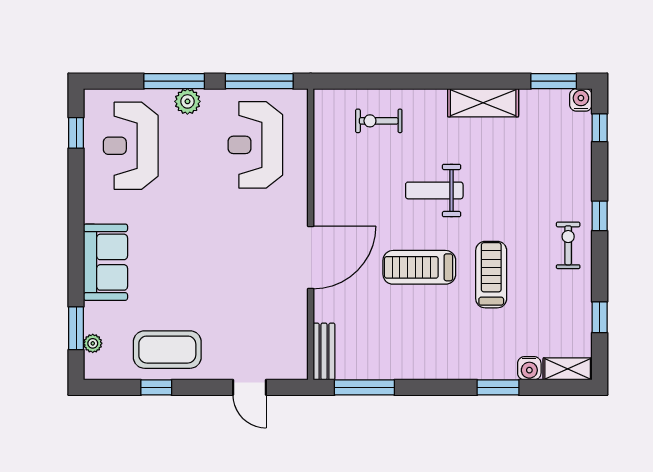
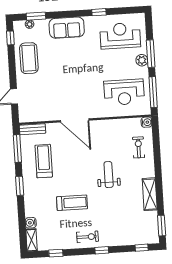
water cooler: (581, 100) -> (146, 122), moved
window: (76, 133) -> (99, 12), moved
reception desk: (255, 145) -> (124, 92), turned 180
treadmill: (419, 267) -> (44, 161), moved
window: (156, 387) -> (10, 38), moved
window: (498, 387) -> (20, 186), moved

